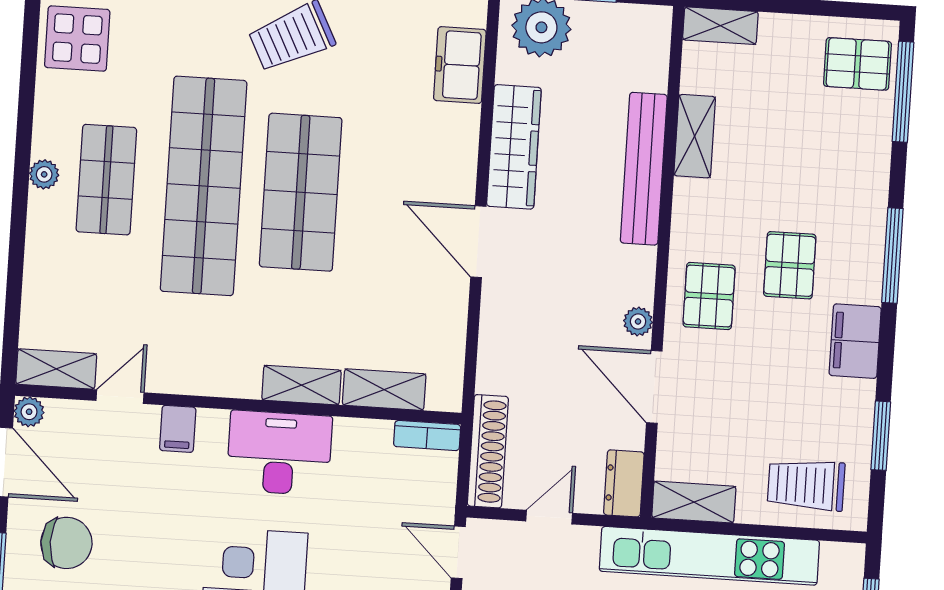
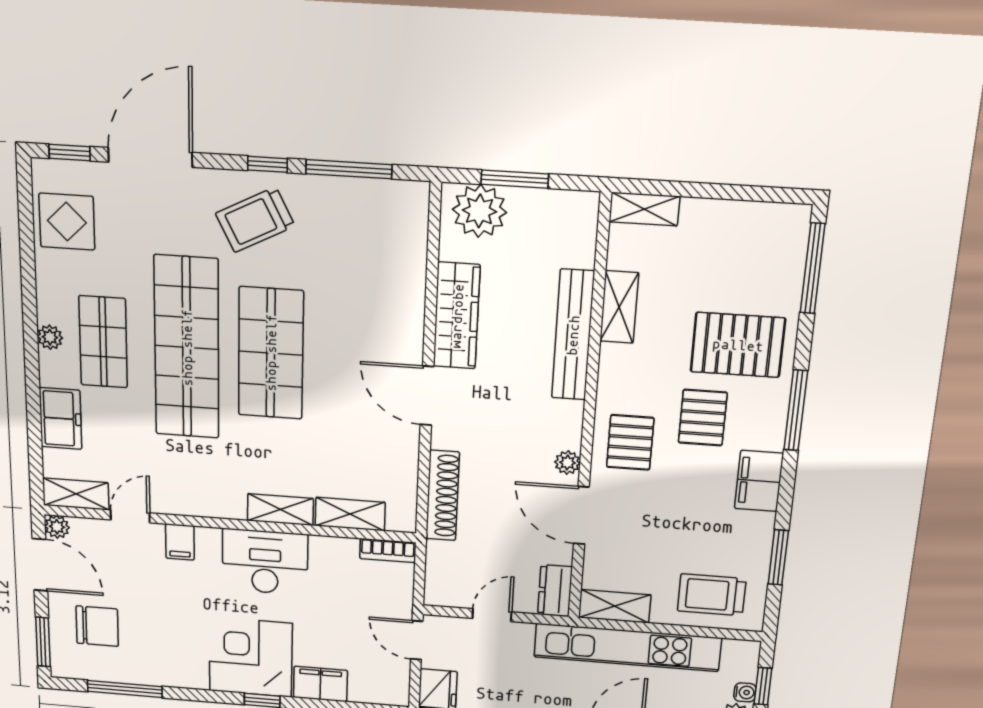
pallet: (857, 64) -> (738, 345), moved, width x1.50, depth x1.42
freezer: (460, 65) -> (61, 418), moved, turned 180
shoe rack: (488, 451) -> (443, 496), moved

